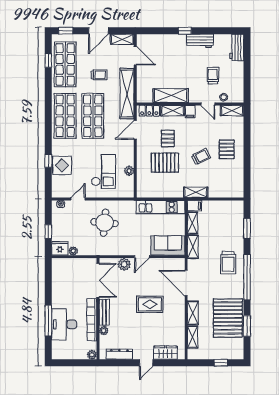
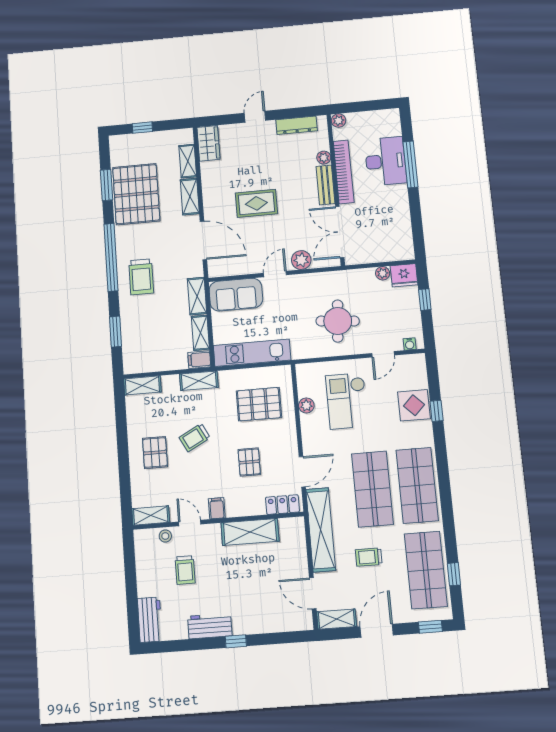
shelving: (173, 111) -> (142, 385), moved
pallet: (165, 163) -> (259, 404), moved
trolley: (228, 263) -> (141, 277), turned 180
wardrobe: (166, 353) -> (208, 143), moved, turned -90

